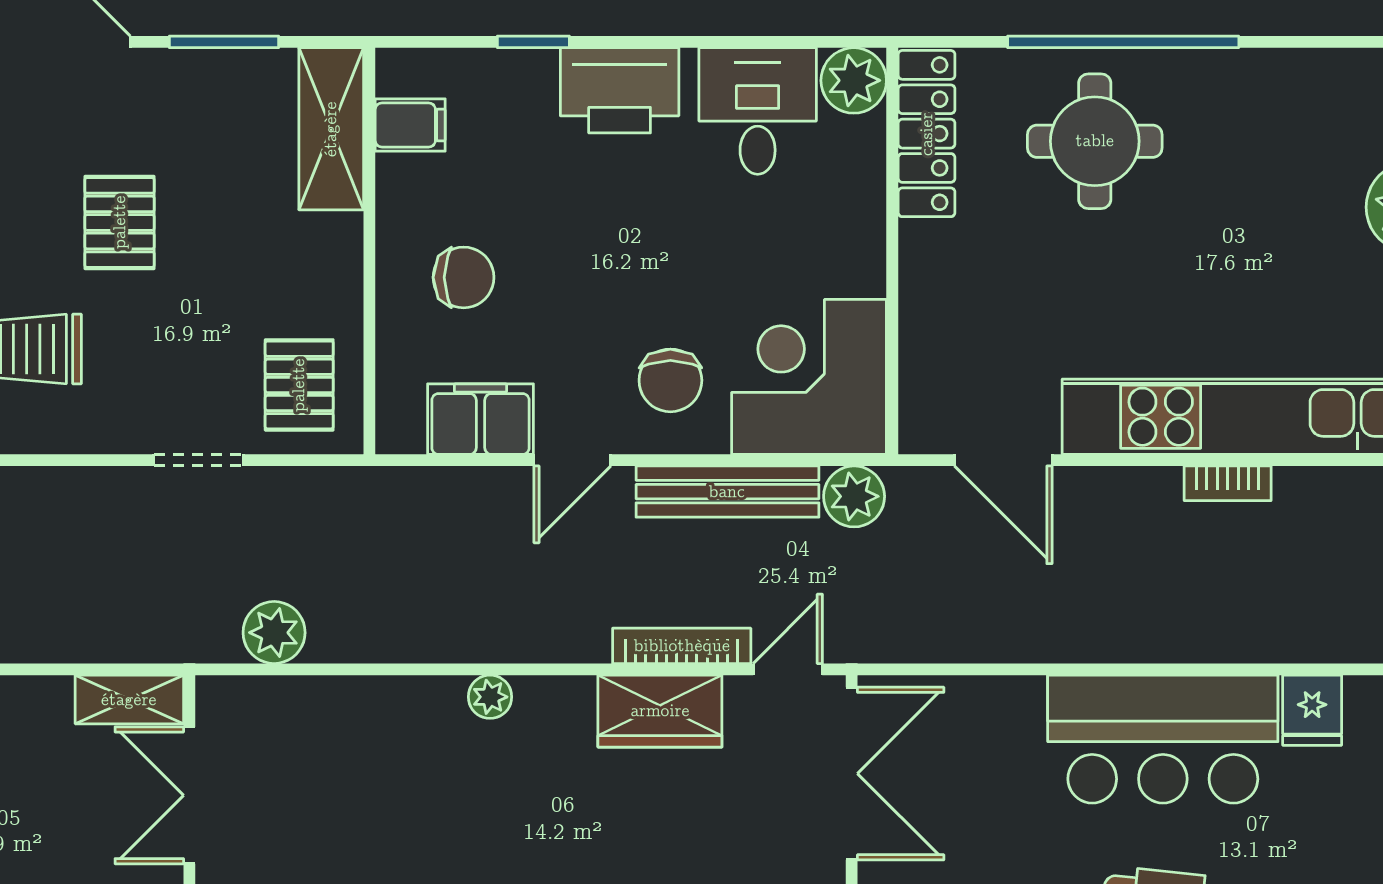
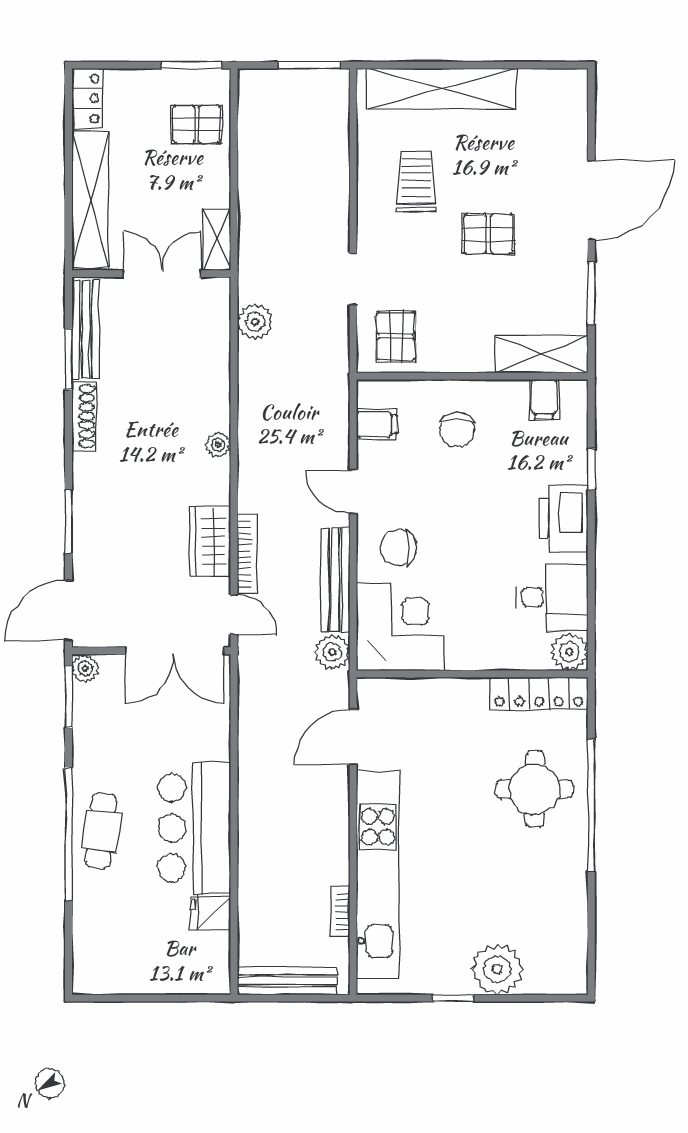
pallet: (299, 385) -> (396, 336), turned 90
filing cabinet: (481, 419) -> (376, 424), width x0.50
bookcase: (1228, 483) -> (340, 912), moved

